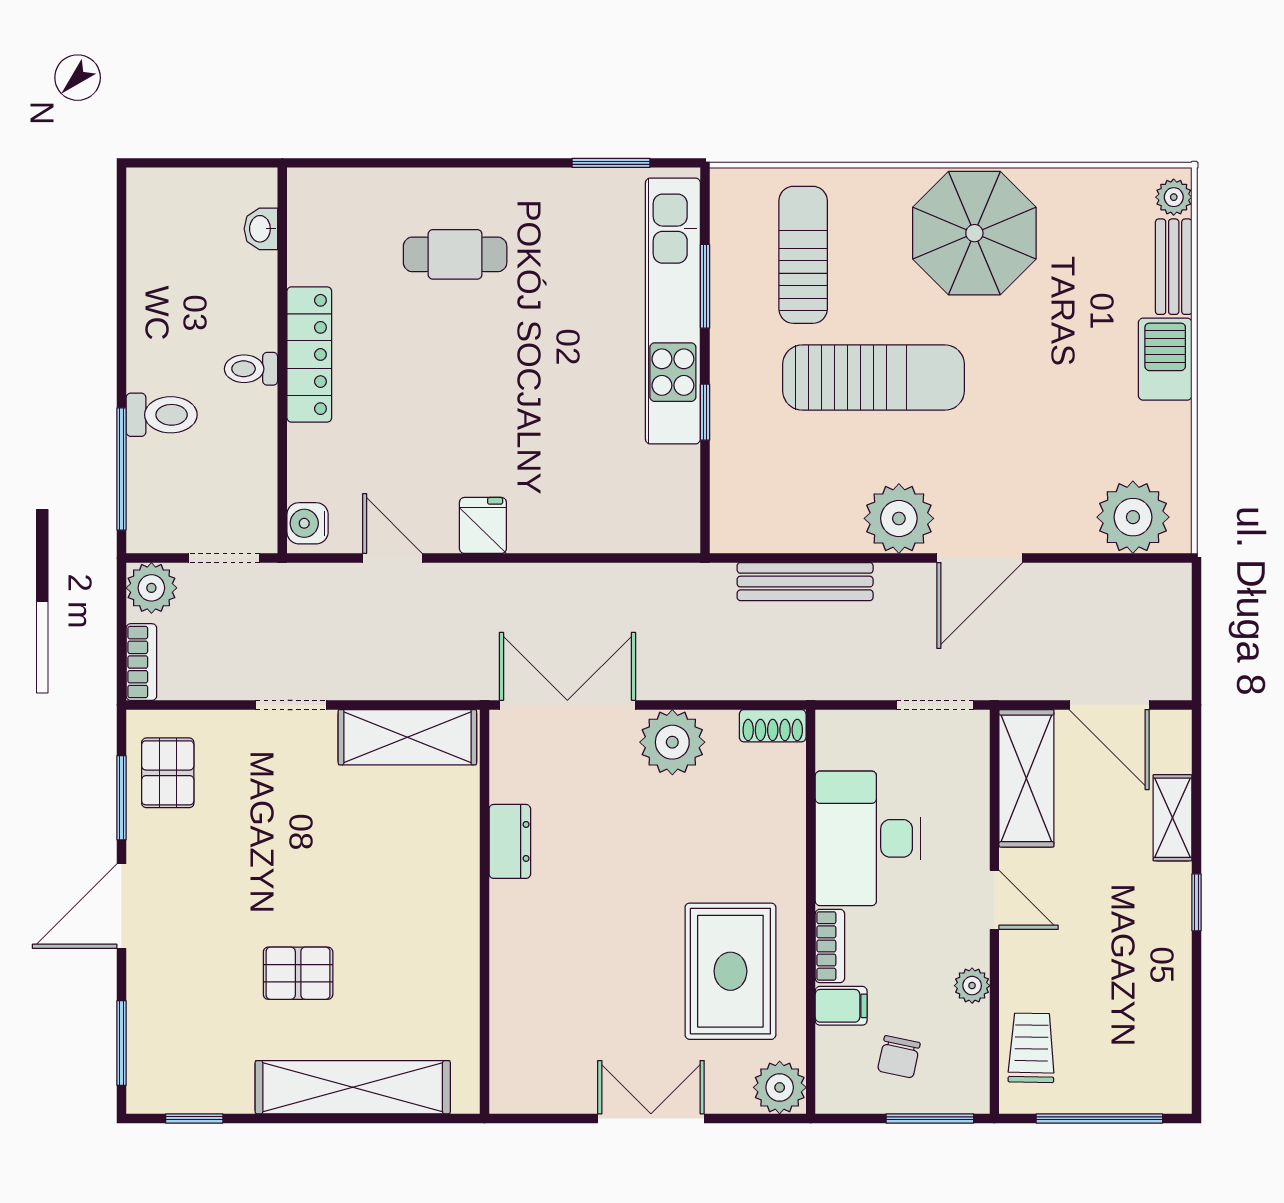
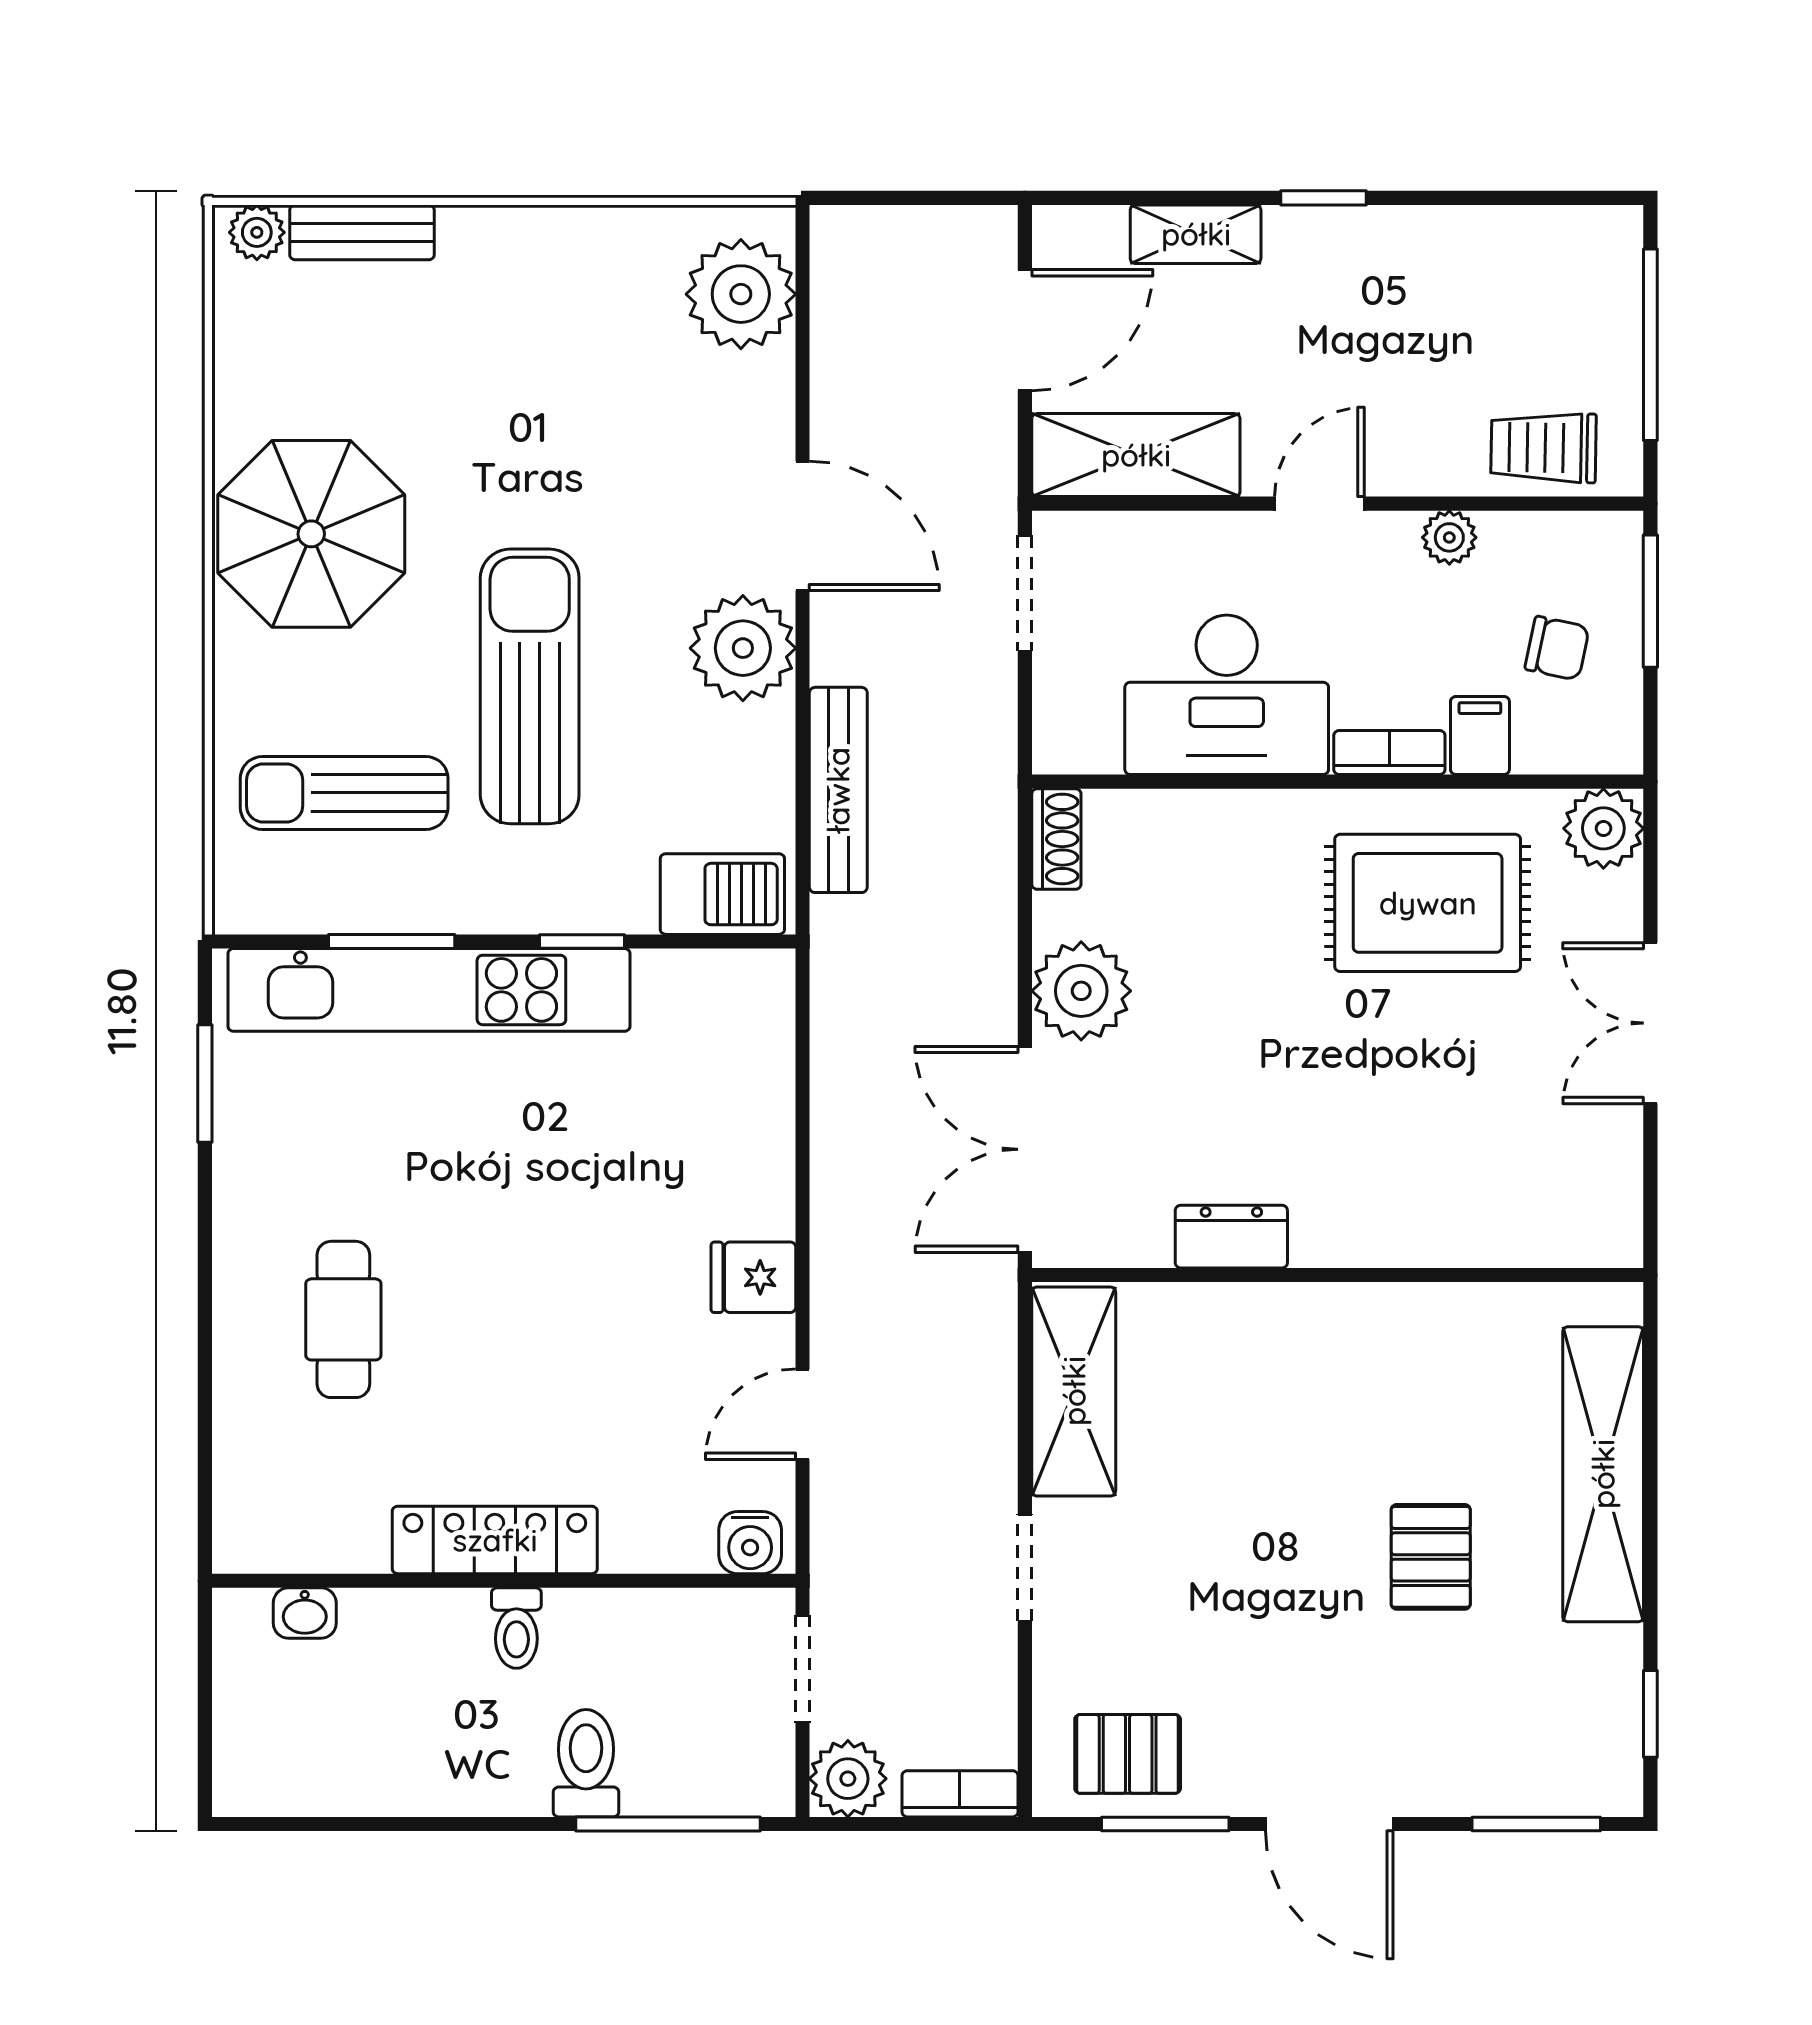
barbecue: (1165, 359) -> (722, 894), moved, turned 180

